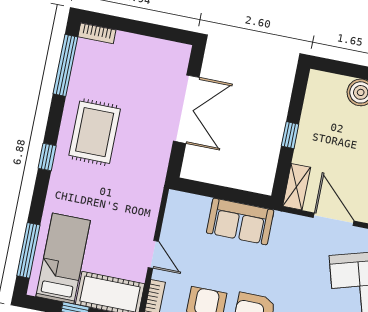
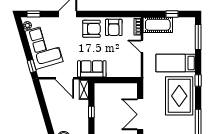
rug: (95, 132) -> (179, 96), width x1.37, depth x1.44
sofa: (240, 221) -> (92, 69), moved
bed: (63, 258) -> (176, 63), moved, turned 90

